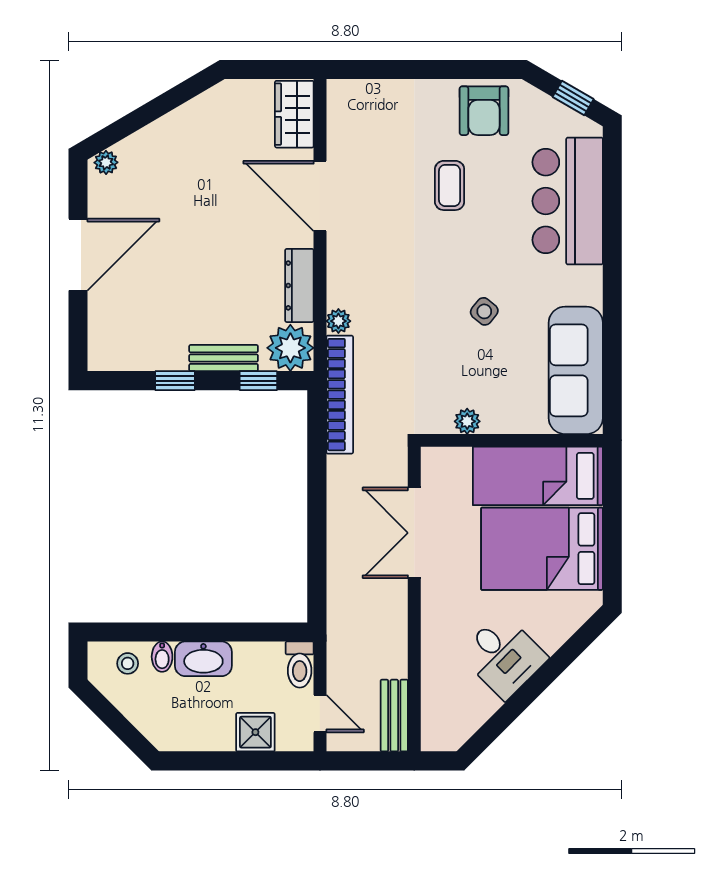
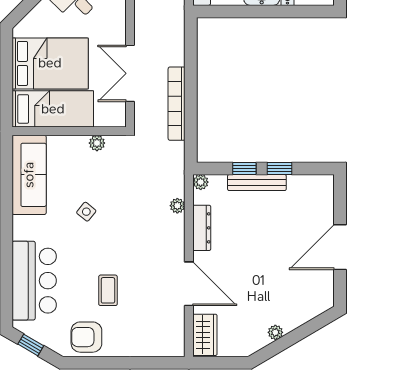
armchair: (484, 111) -> (86, 337), turned -90
plant: (106, 162) -> (275, 332), moved
plant: (290, 348) -> (201, 182), width x0.53, depth x0.53
bench: (224, 358) -> (257, 183), width x1.36
window: (258, 381) -> (244, 168), moved
bookcase: (340, 395) -> (177, 104), moved
double door: (414, 533) -> (130, 73), swing flipped

